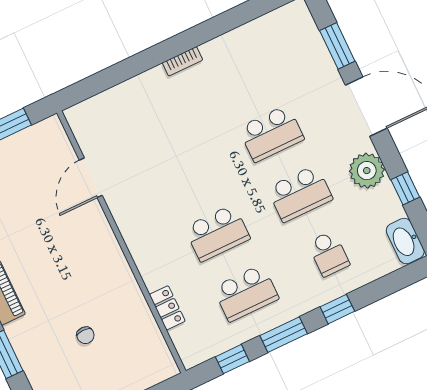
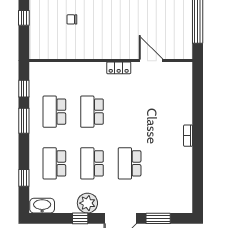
window: (405, 188) -> (80, 218), moved
school desk: (329, 254) -> (54, 163), width x1.85
locker: (167, 308) -> (119, 68), moved
window: (337, 309) -> (24, 178), moved

